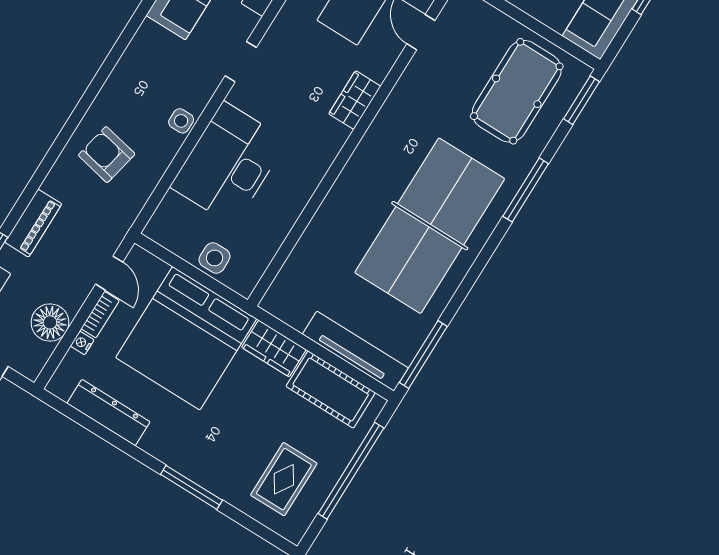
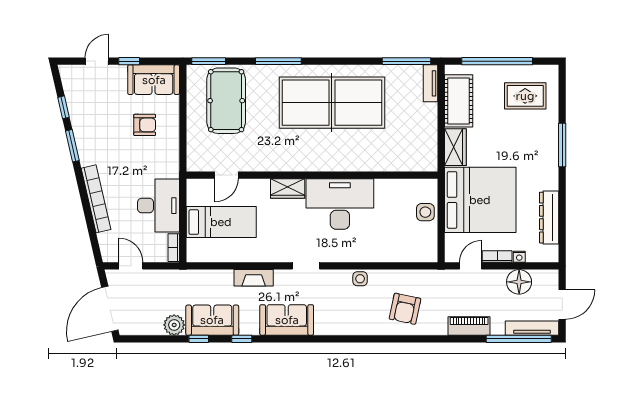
pool table: (517, 91) -> (226, 101), turned 90
desk: (229, 164) -> (340, 204), moved, turned 180
tv unit: (355, 351) -> (430, 83), width x0.52, depth x0.78

